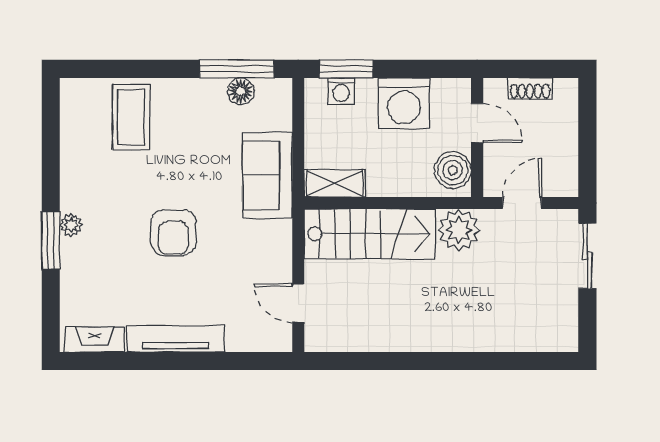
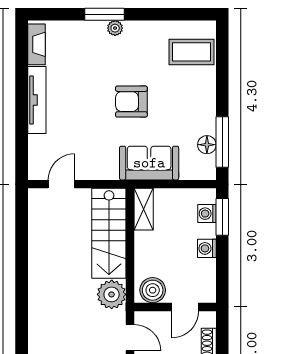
washing machine: (404, 103) -> (207, 248), width x0.53, depth x0.53
coffee table: (131, 117) -> (191, 52), moved
armchair: (173, 232) -> (131, 102), moved

